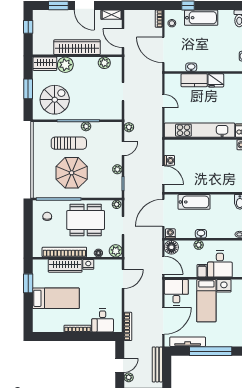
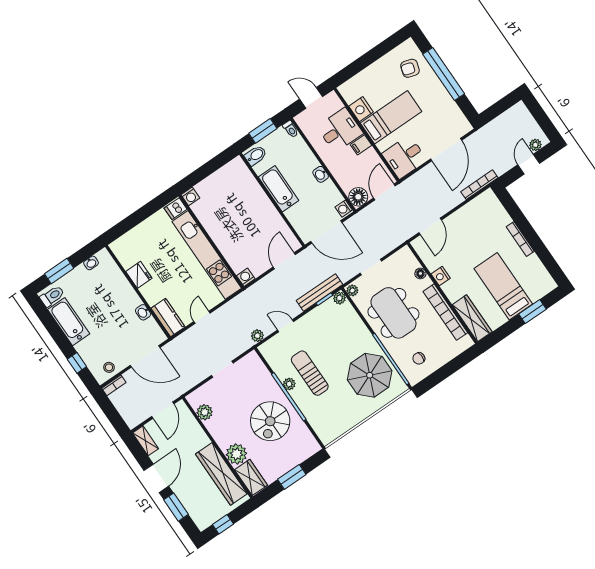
bathtub: (201, 18) -> (69, 322), moved
wardrobe: (77, 47) -> (221, 474), moved
door: (163, 50) -> (145, 356), hinge flipped
kitchen counter: (194, 80) -> (168, 318), moved
spiral stairs: (55, 100) -> (270, 421), moved, turned -90
sun lounger: (69, 143) -> (310, 373), moved
washing machine: (169, 160) -> (246, 277), moved
plant: (117, 169) -> (339, 298), moved
parasol: (72, 173) -> (370, 375), moved
bathtub: (194, 202) -> (279, 189), moved
plant: (199, 245) -> (335, 168), removed
plant: (116, 251) -> (405, 256), removed
wardrobe: (65, 266) -> (472, 318), moved
door: (123, 279) -> (430, 226), swing flipped
window: (28, 283) -> (532, 312), moved
desk: (103, 320) -> (492, 217), removed
door: (163, 321) -> (446, 150), swing flipped
armchair: (228, 333) -> (410, 68), added
tv unit: (188, 342) -> (451, 107), removed
bench: (157, 364) -> (320, 293), moved
door: (120, 365) -> (529, 164), hinge flipped

